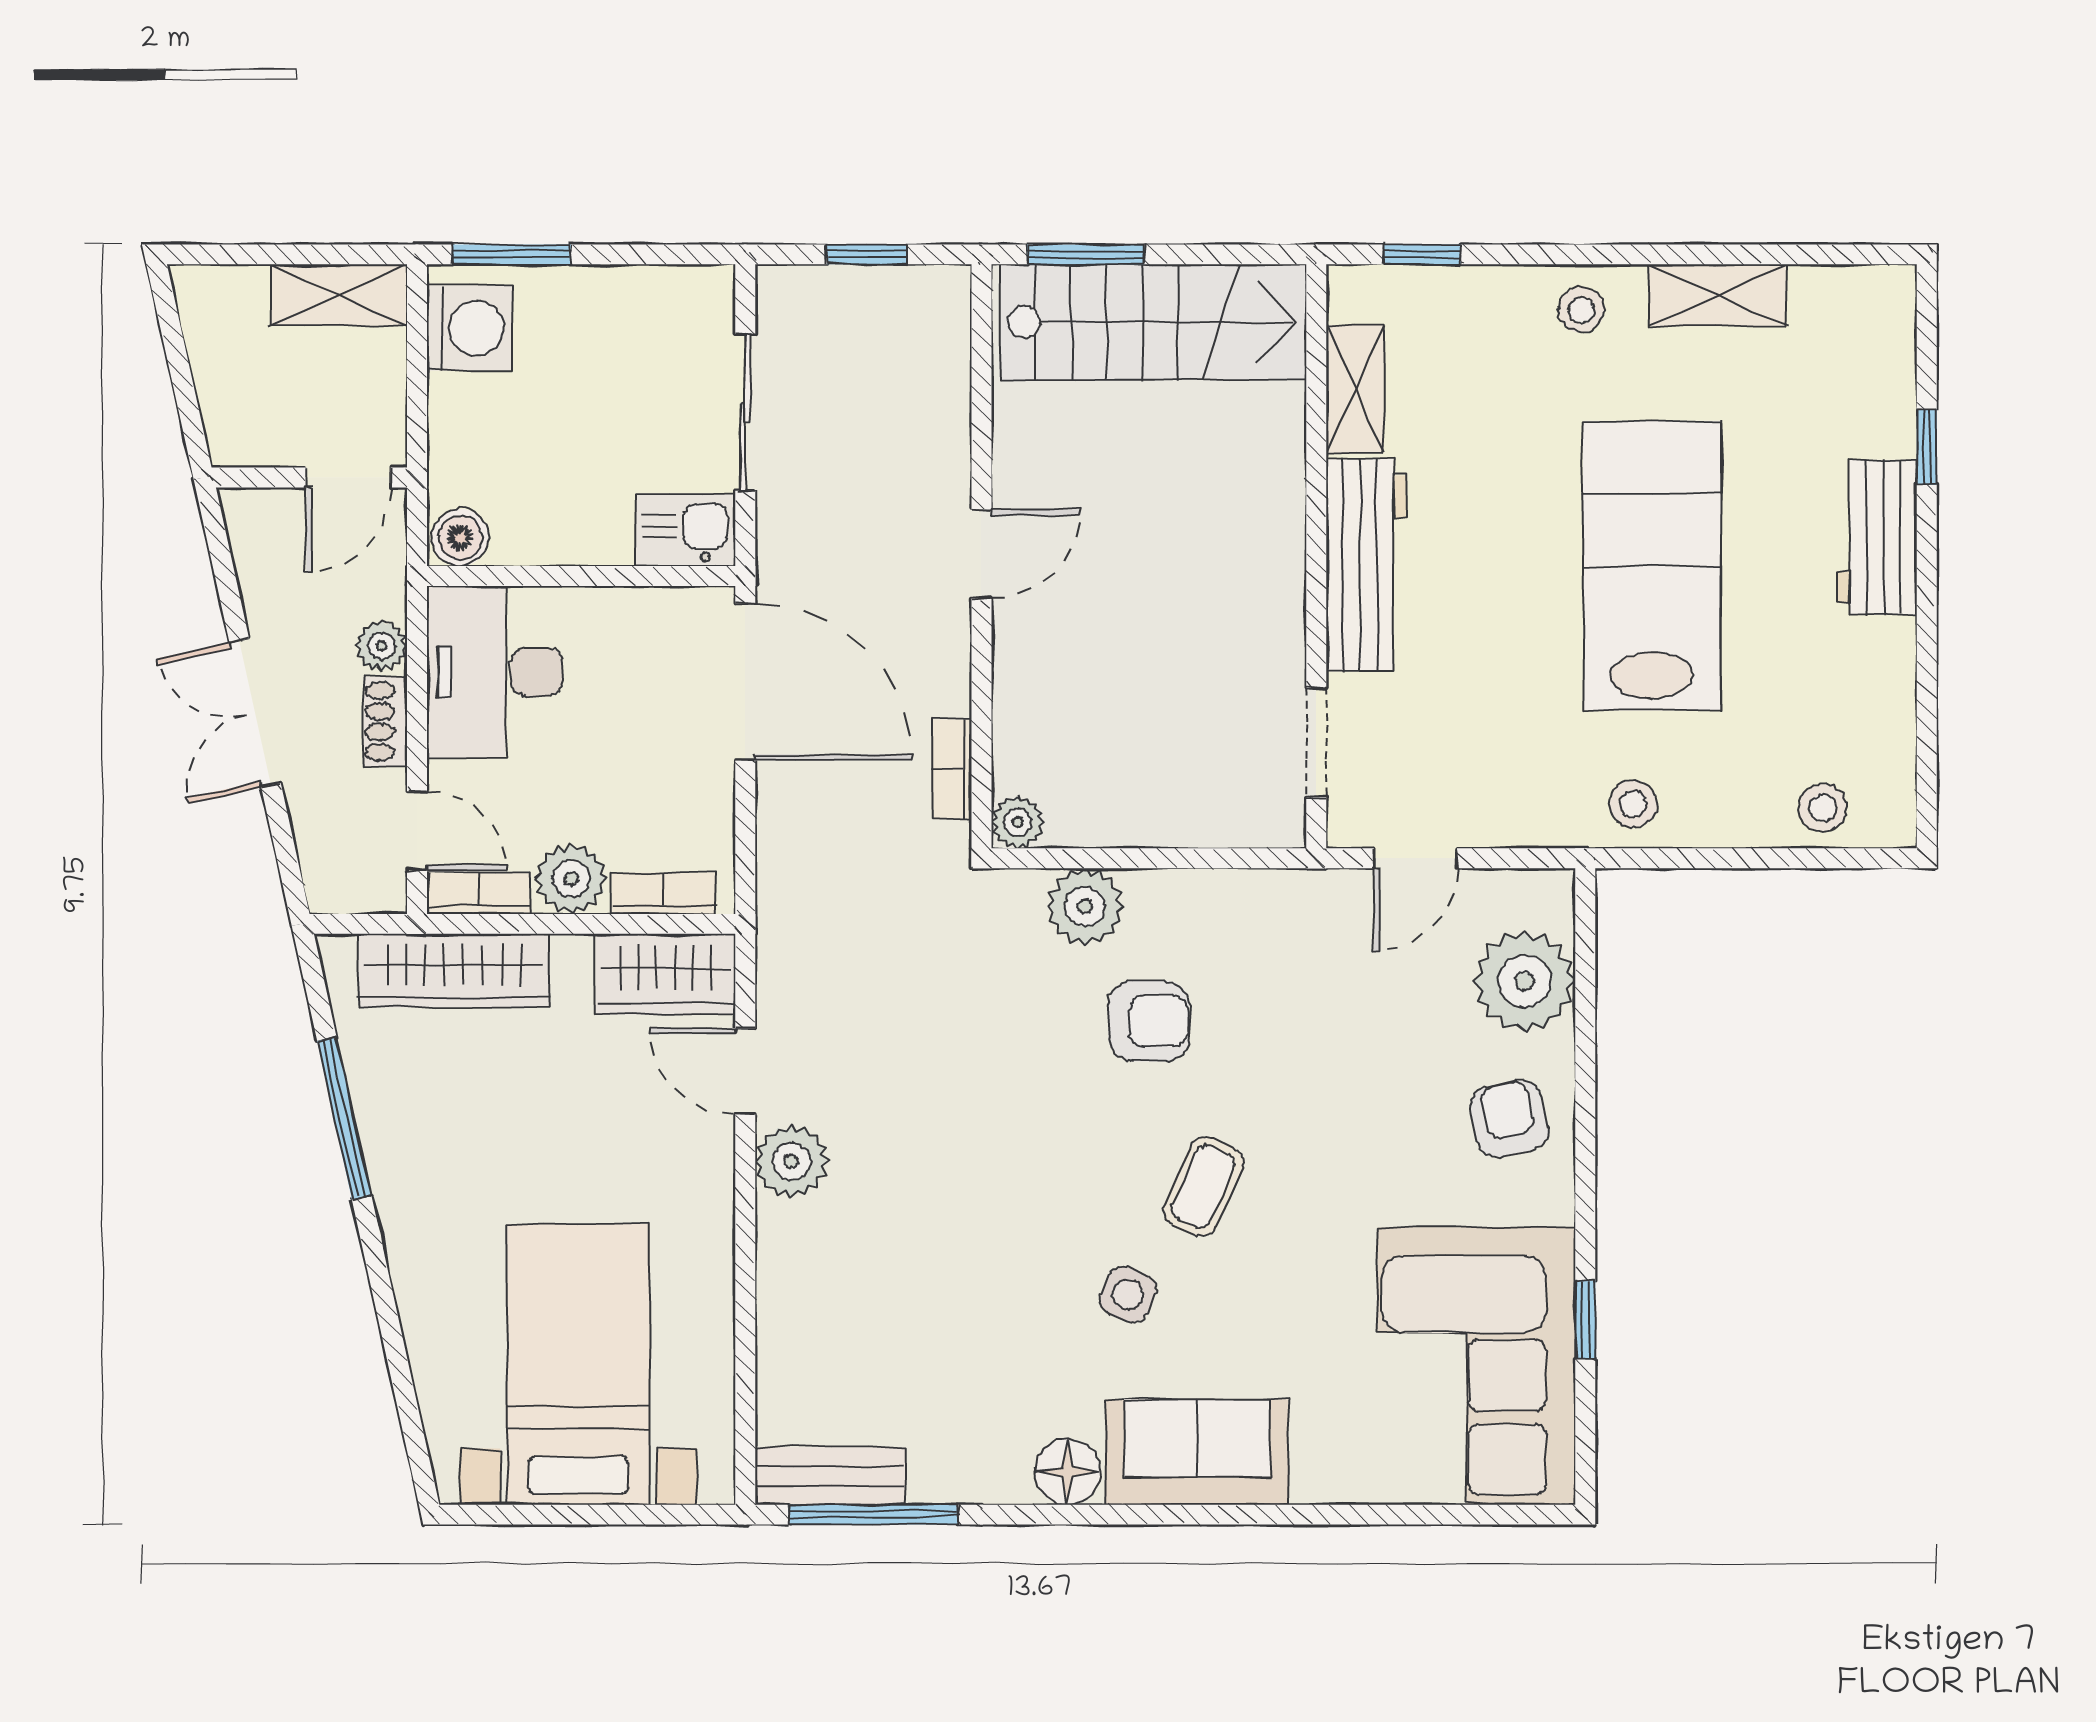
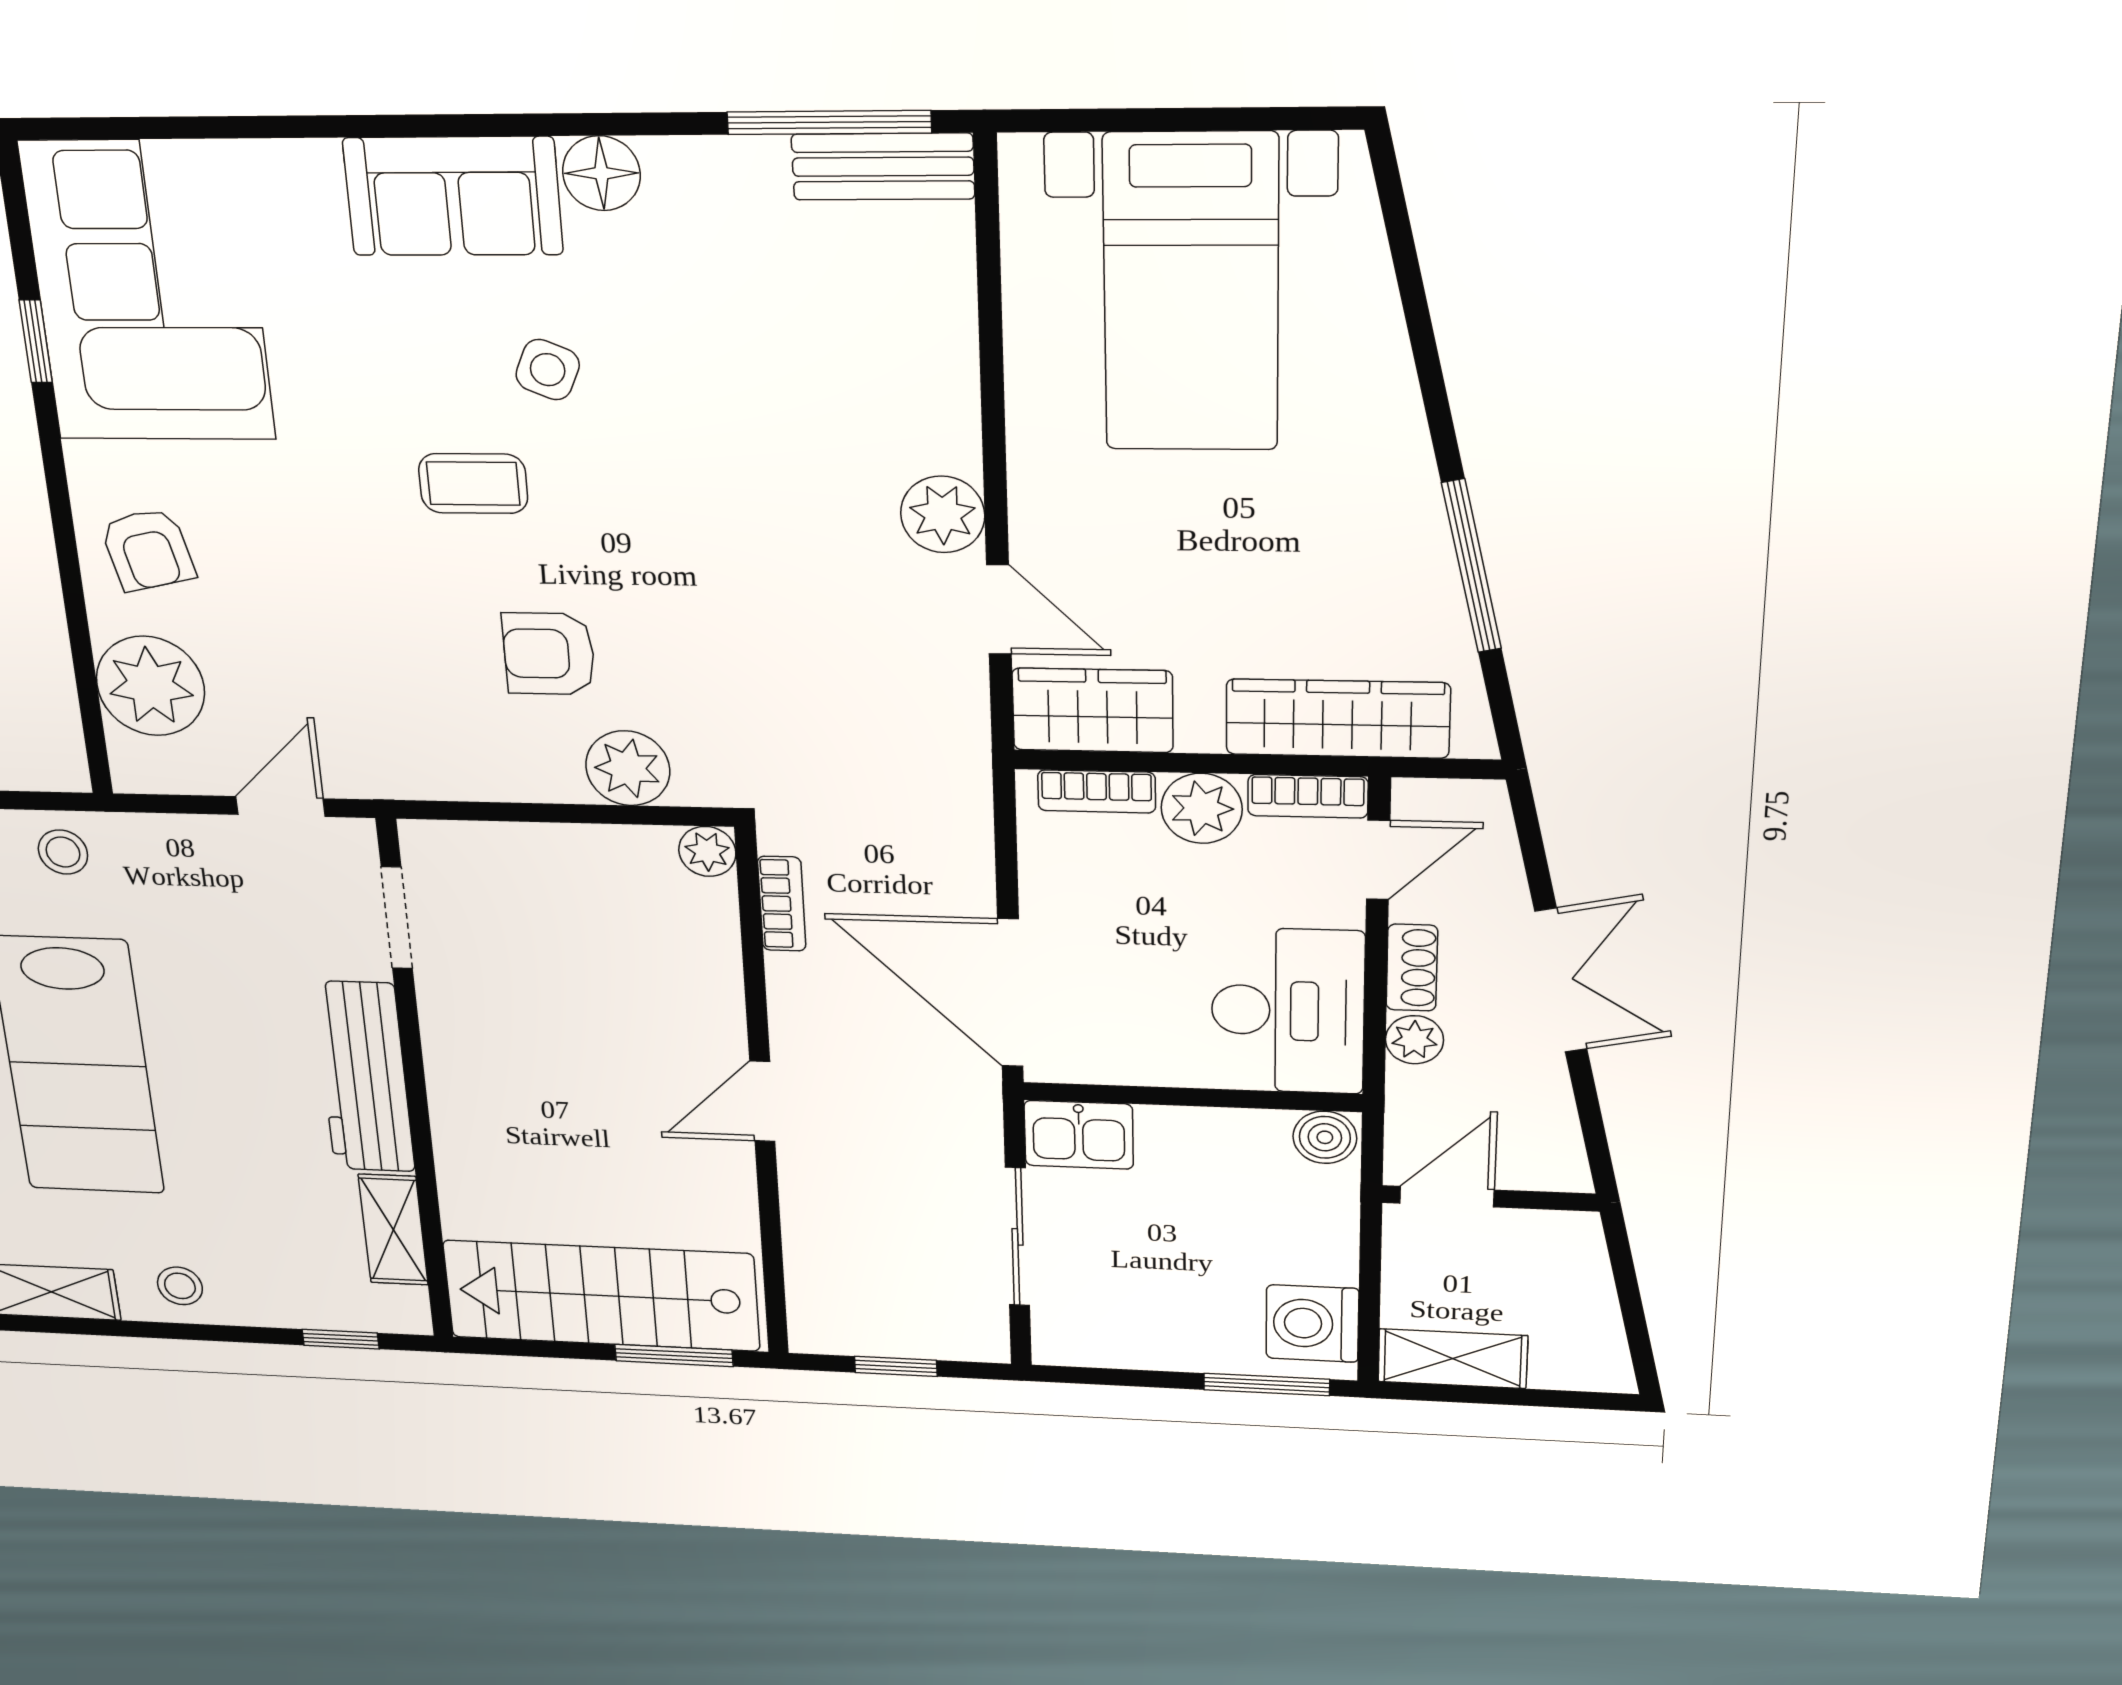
door: (417, 831) -> (1378, 860), swing flipped
coffee table: (1203, 1187) -> (473, 483), turned 66

